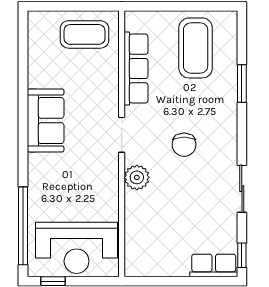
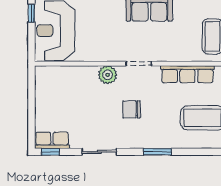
window: (242, 83) -> (157, 152), moved
row of seats: (214, 265) -> (52, 140), moved, turned -90

